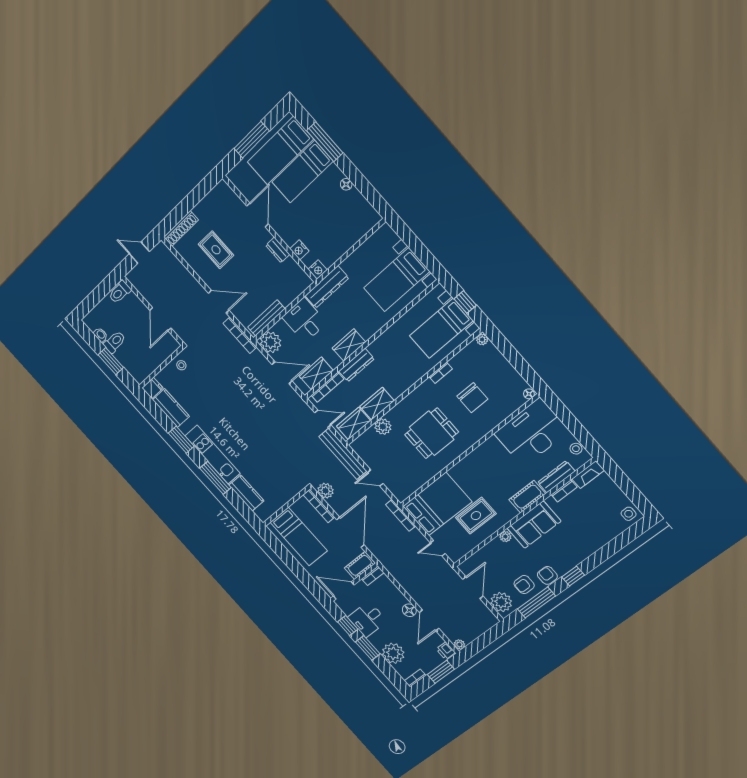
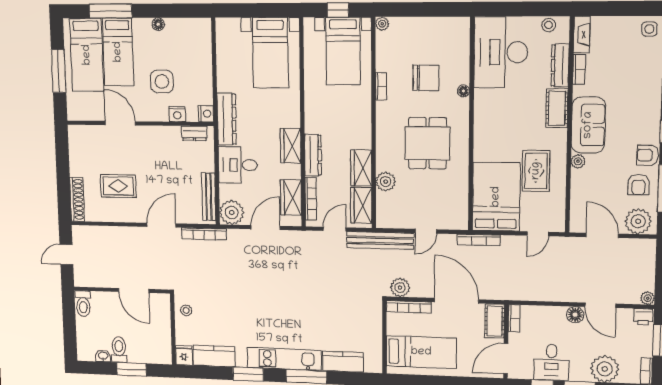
side table: (311, 220) -> (162, 82), added
dresser: (278, 250) -> (194, 133), moved
floor lamp: (529, 394) -> (463, 91), moved

